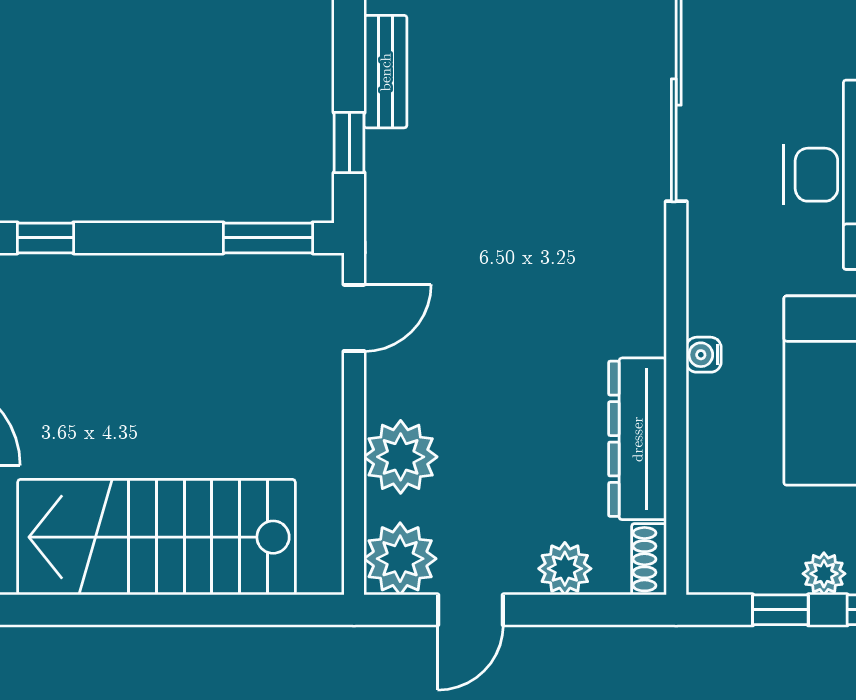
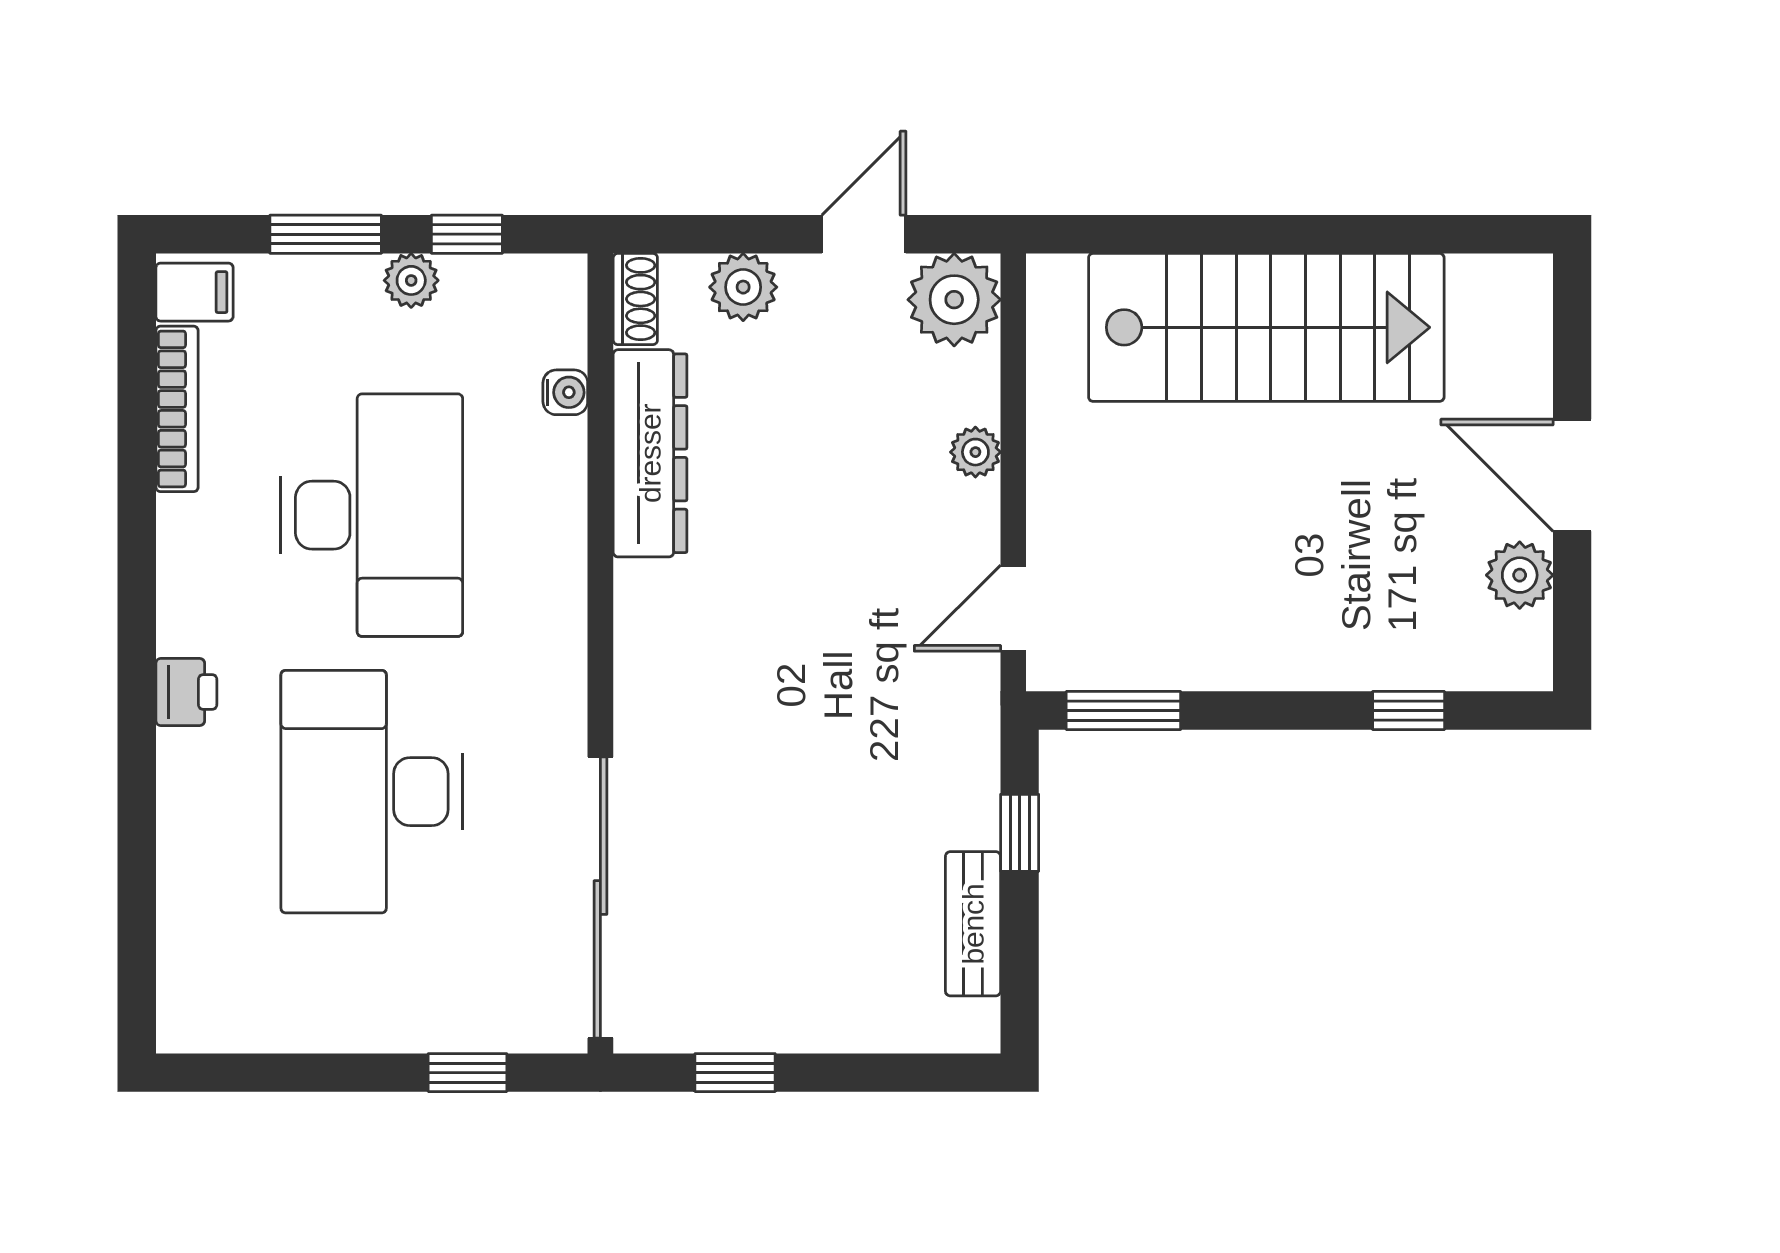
water cooler: (704, 355) -> (565, 392), moved
plant: (401, 457) -> (975, 452), width x0.53, depth x0.53

